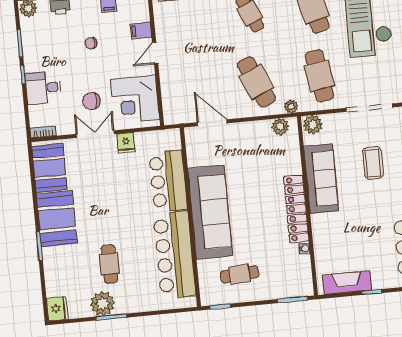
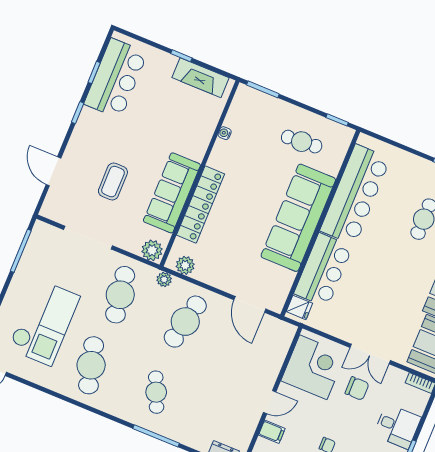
cafe table: (256, 82) -> (185, 322), turned 36
fridge: (126, 143) -> (299, 307), moved, turned 90
locker: (296, 209) -> (201, 204), moved

